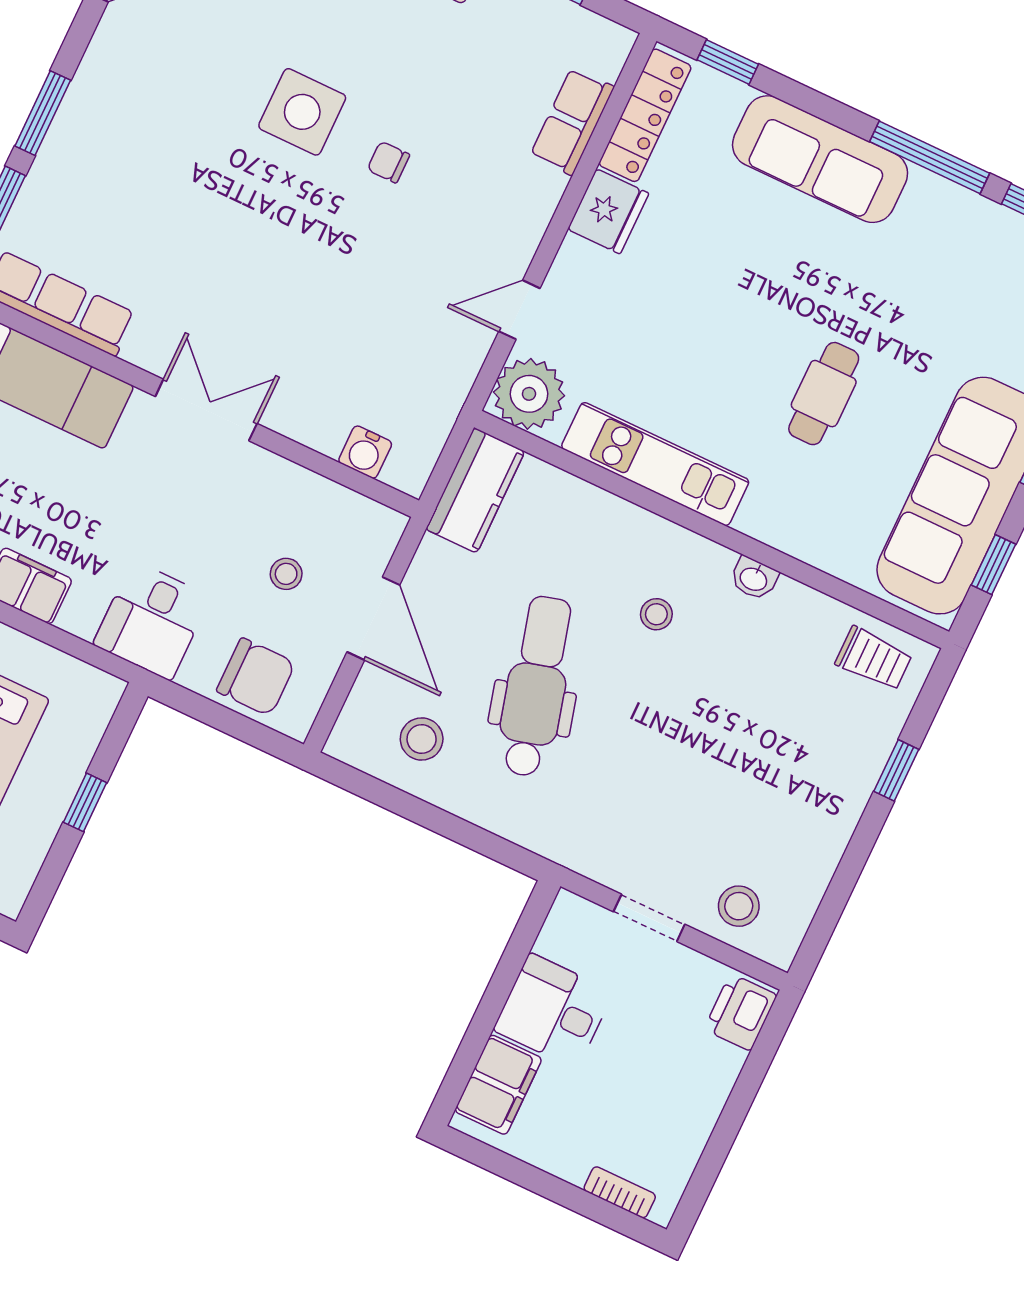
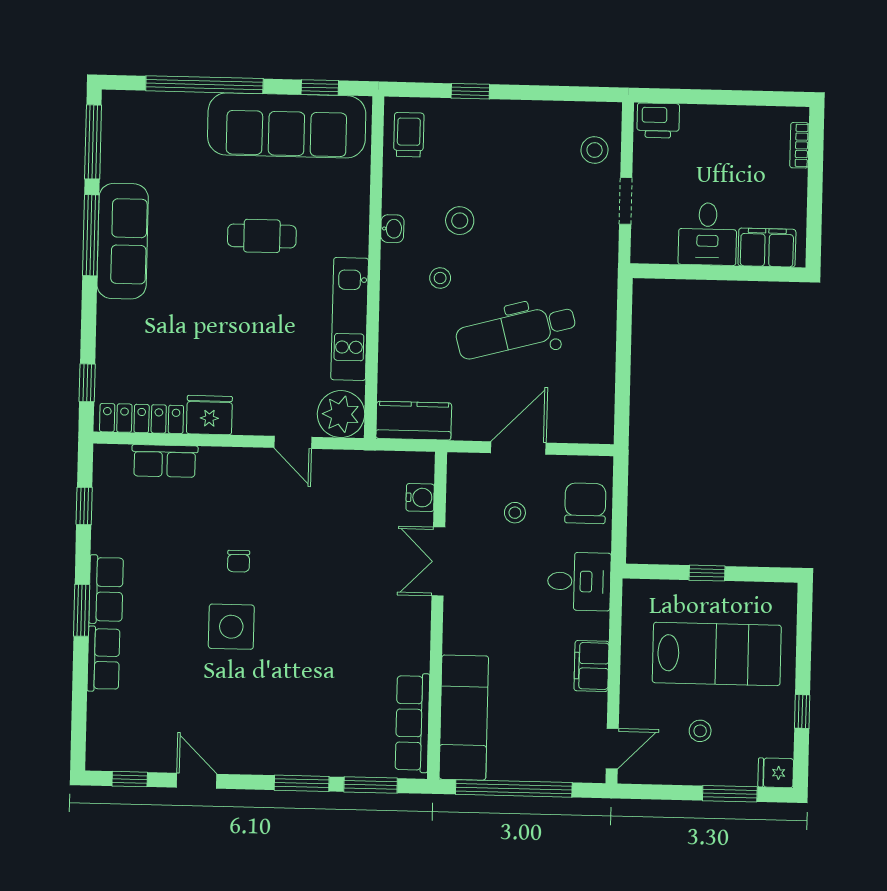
sofa: (820, 159) -> (123, 241), moved
double door: (206, 410) -> (438, 561), moved
stool: (422, 739) -> (460, 221), moved

